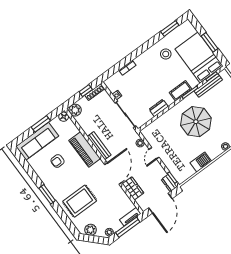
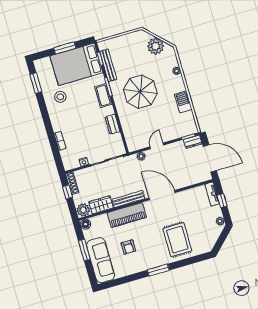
door: (154, 153) -> (157, 146), swing flipped
wardrobe: (133, 188) -> (101, 205), moved
window: (128, 227) -> (222, 201), width x0.46
plant: (90, 230) -> (211, 239), removed

